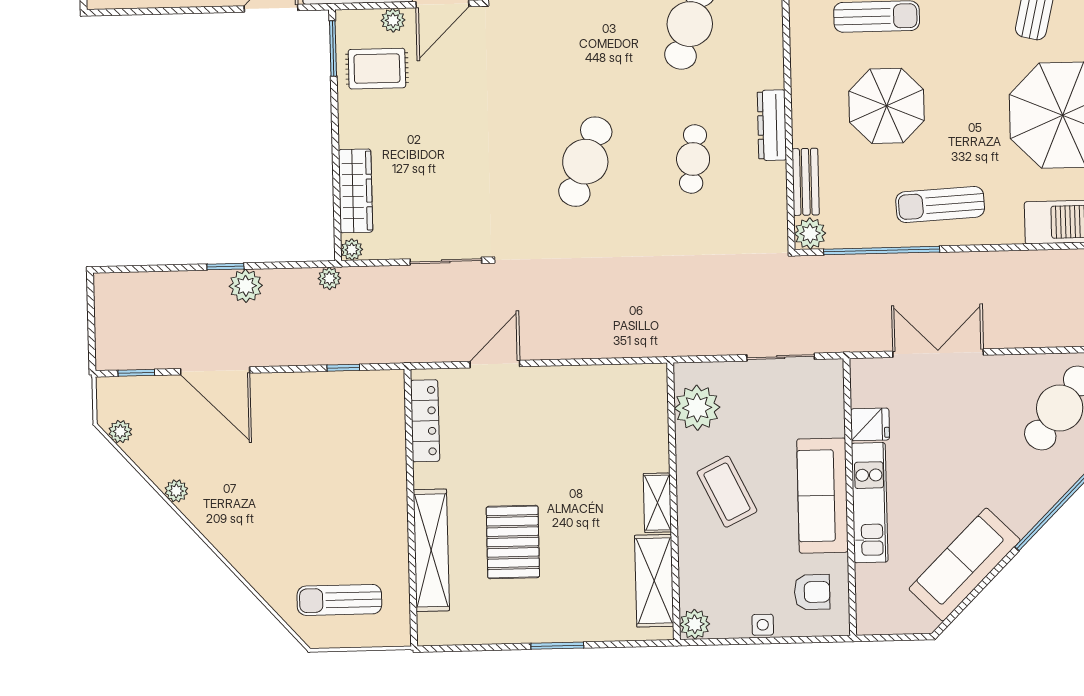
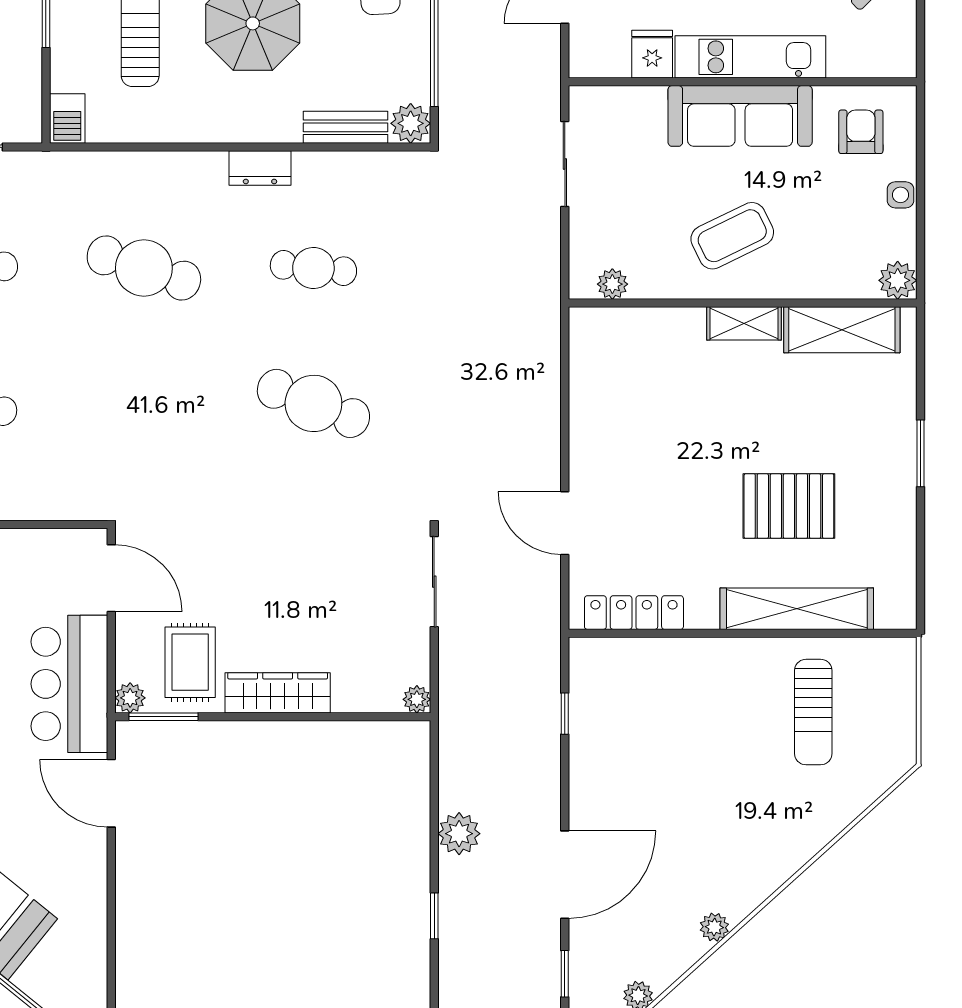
plant: (393, 20) -> (130, 698), moved
dresser: (772, 125) -> (260, 168), width x0.70
wardrobe: (356, 191) -> (278, 693), moved
window: (225, 267) -> (434, 916), moved
plant: (329, 278) -> (452, 728), removed
plant: (697, 408) -> (612, 284), width x0.53, depth x0.53
sun lounger: (339, 600) -> (813, 712), moved

